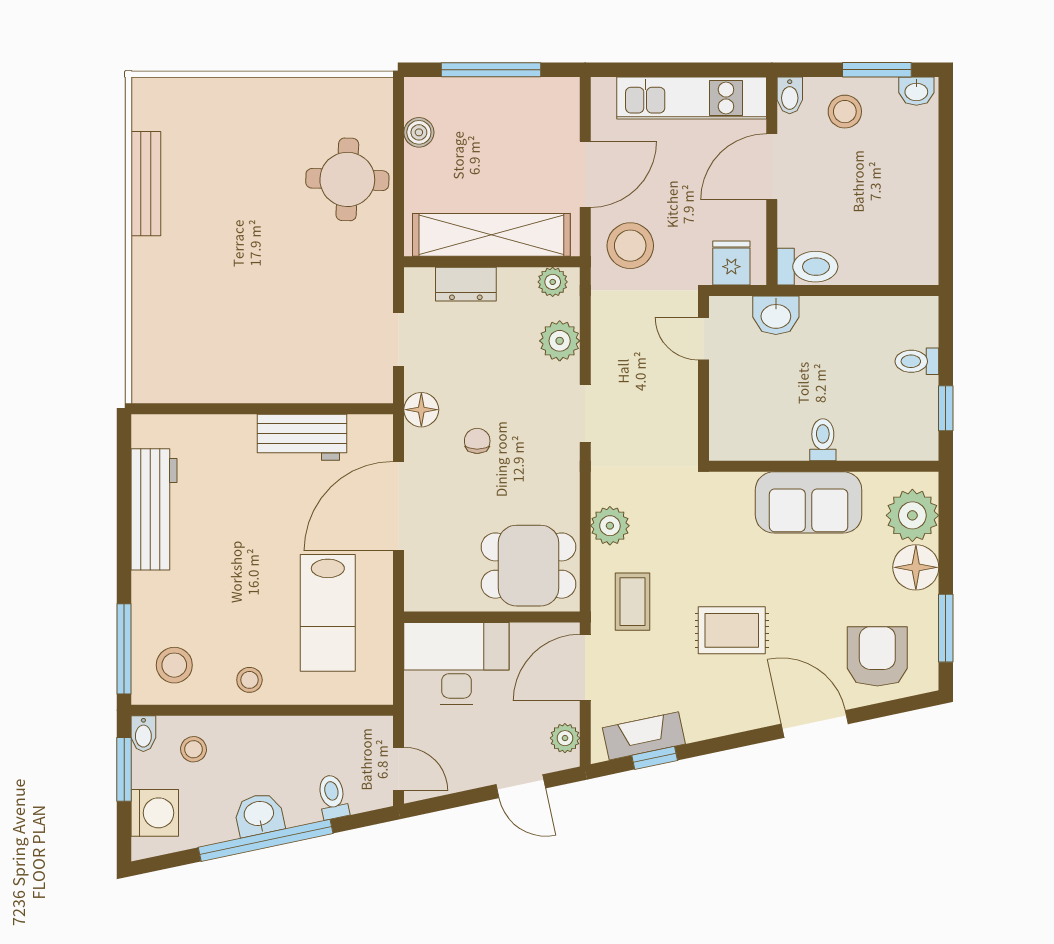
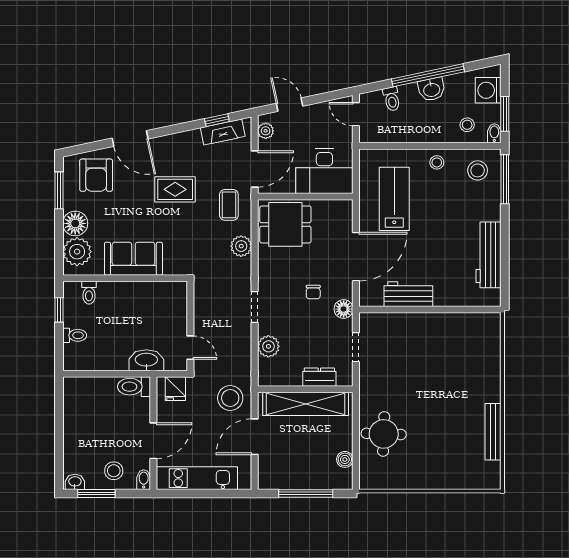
plant: (553, 282) -> (272, 378), removed
washbasin: (776, 315) -> (146, 360), width x1.38
toilet: (823, 440) -> (89, 293), moved

